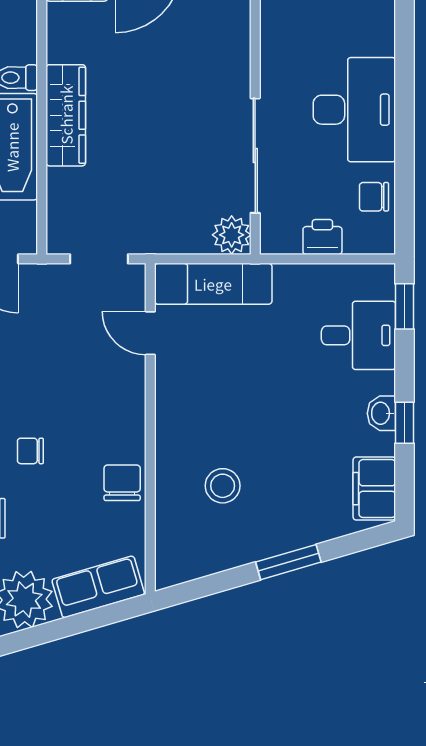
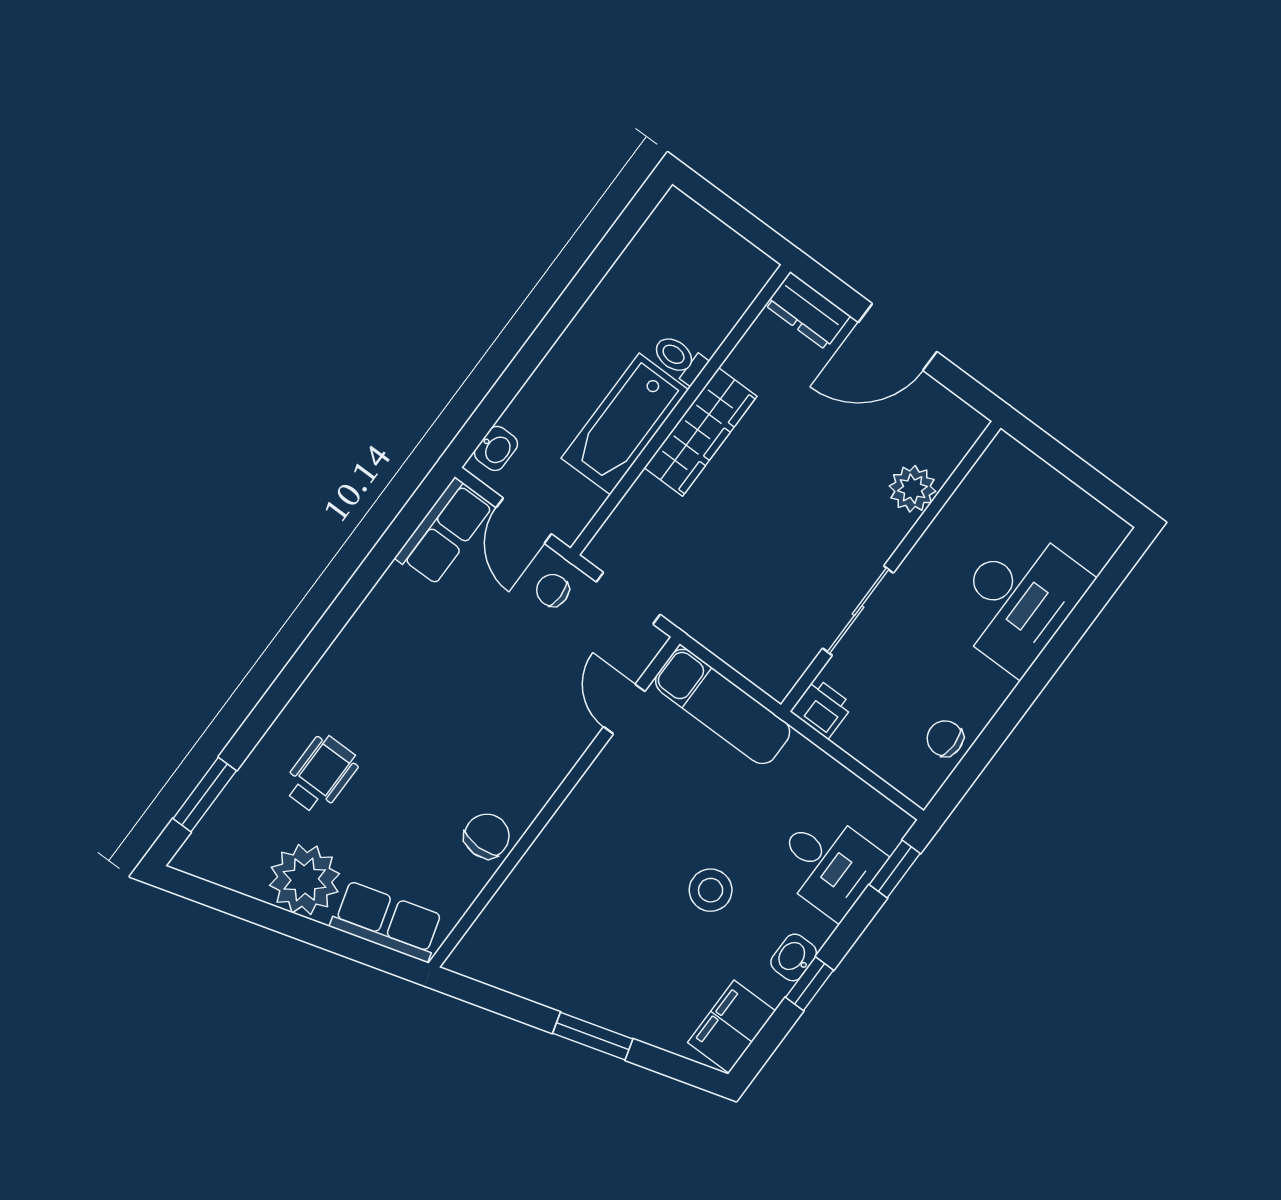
desk: (354, 110) -> (1018, 599), moved
sliding door: (255, 156) -> (858, 611), width x0.73
plant: (232, 235) -> (913, 489), moved
printer: (322, 237) -> (822, 708), moved
chair: (30, 451) -> (553, 590), moved
stool: (223, 486) -> (711, 890), moved

